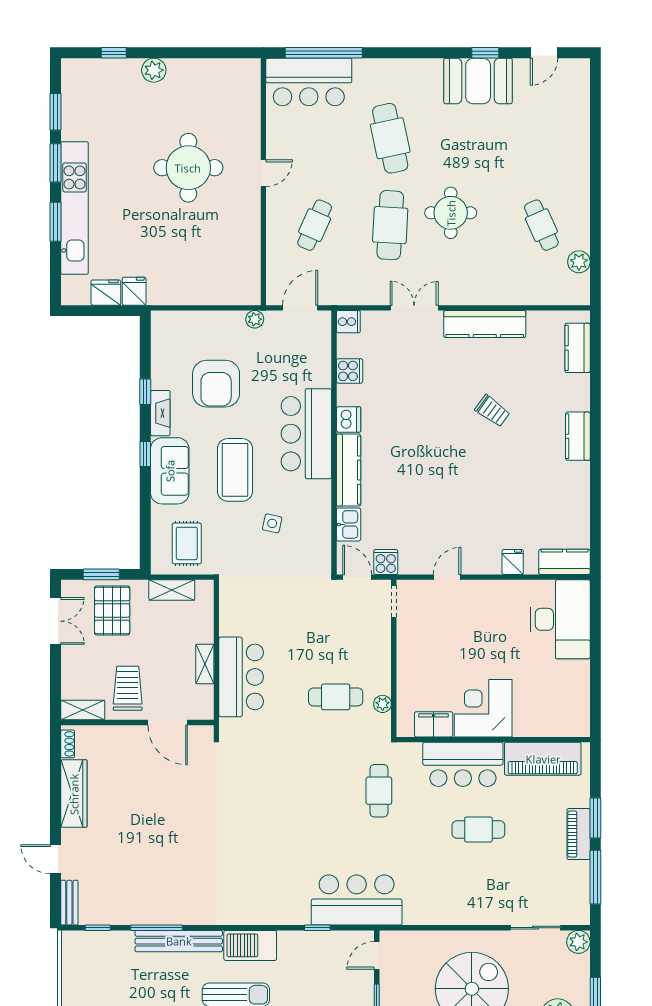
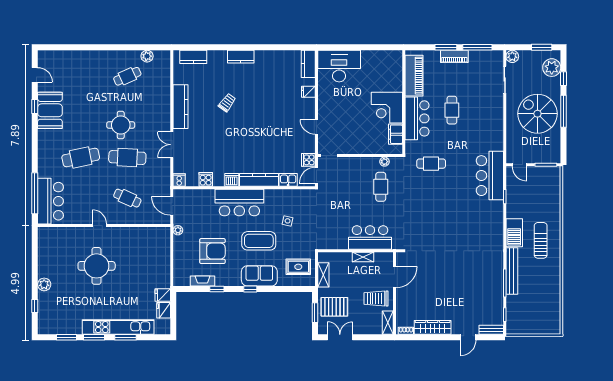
fireplace: (160, 413) -> (202, 281), moved

